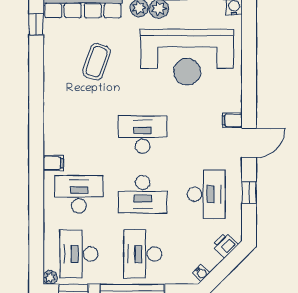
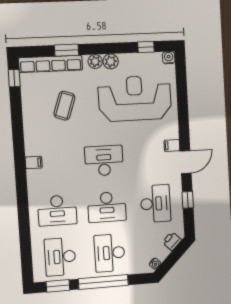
reception desk: (187, 57) -> (135, 98), turned 180
filing cabinet: (53, 163) -> (34, 163), moved
desk: (79, 194) -> (57, 210), turned 180
plant: (50, 277) -> (39, 277), removed

